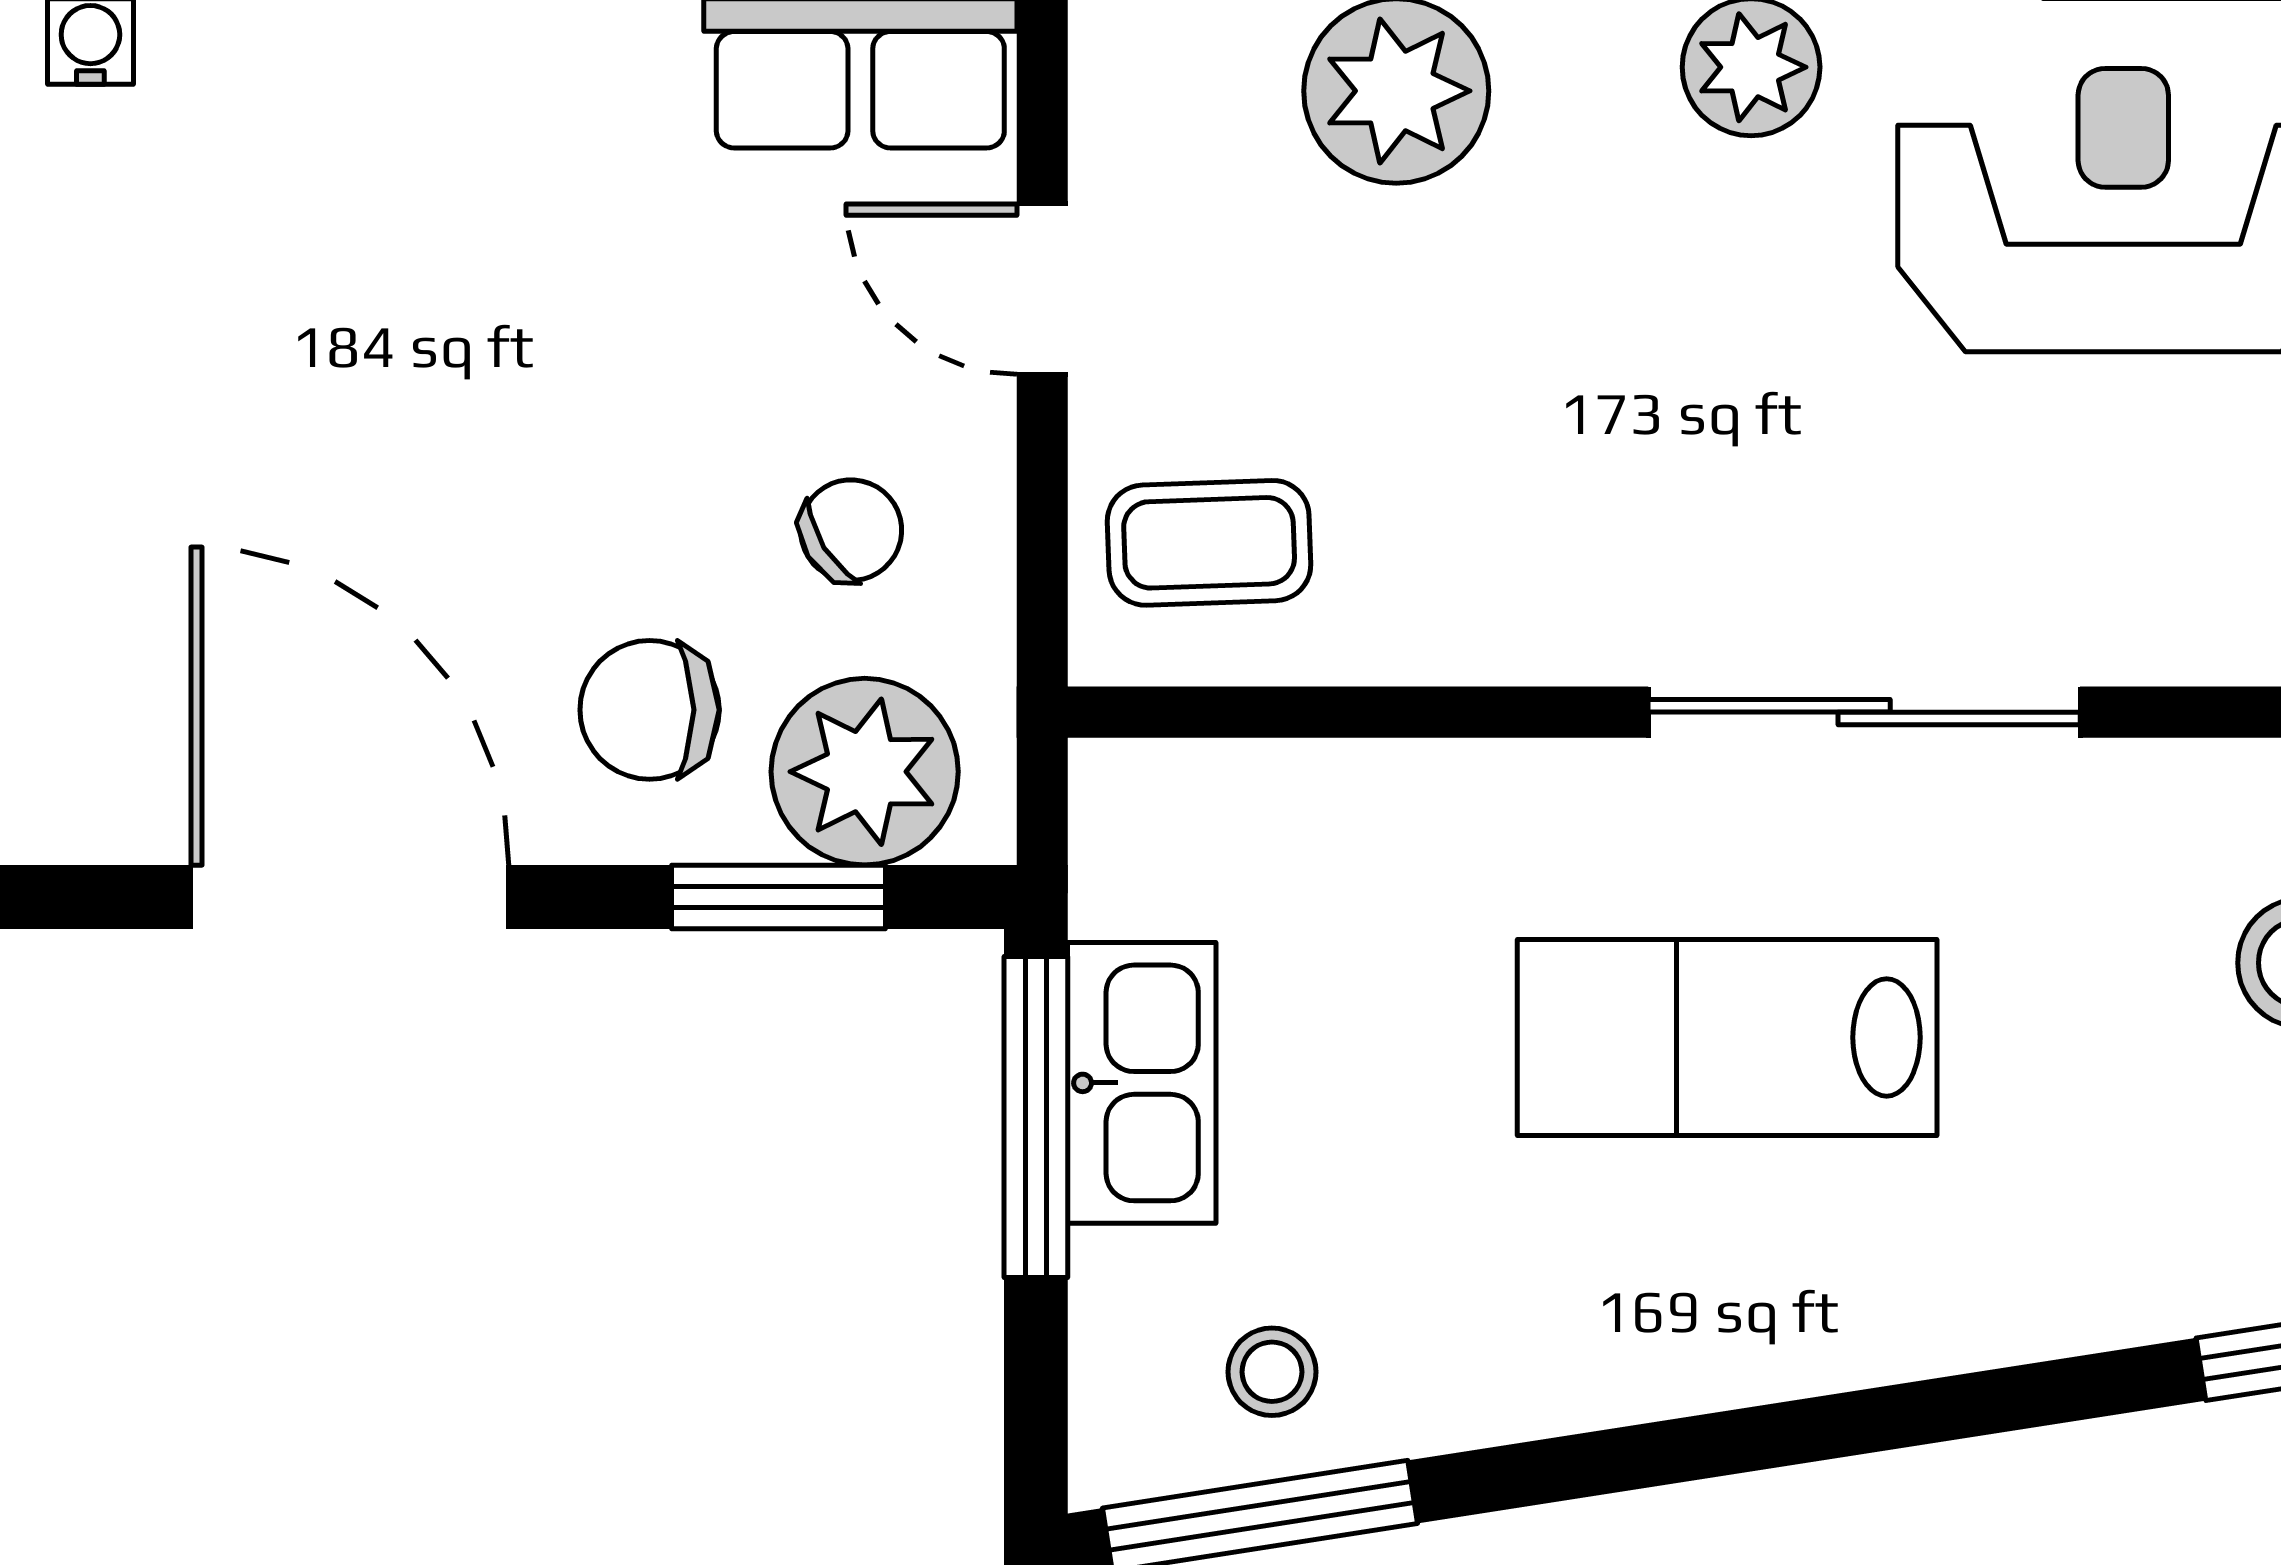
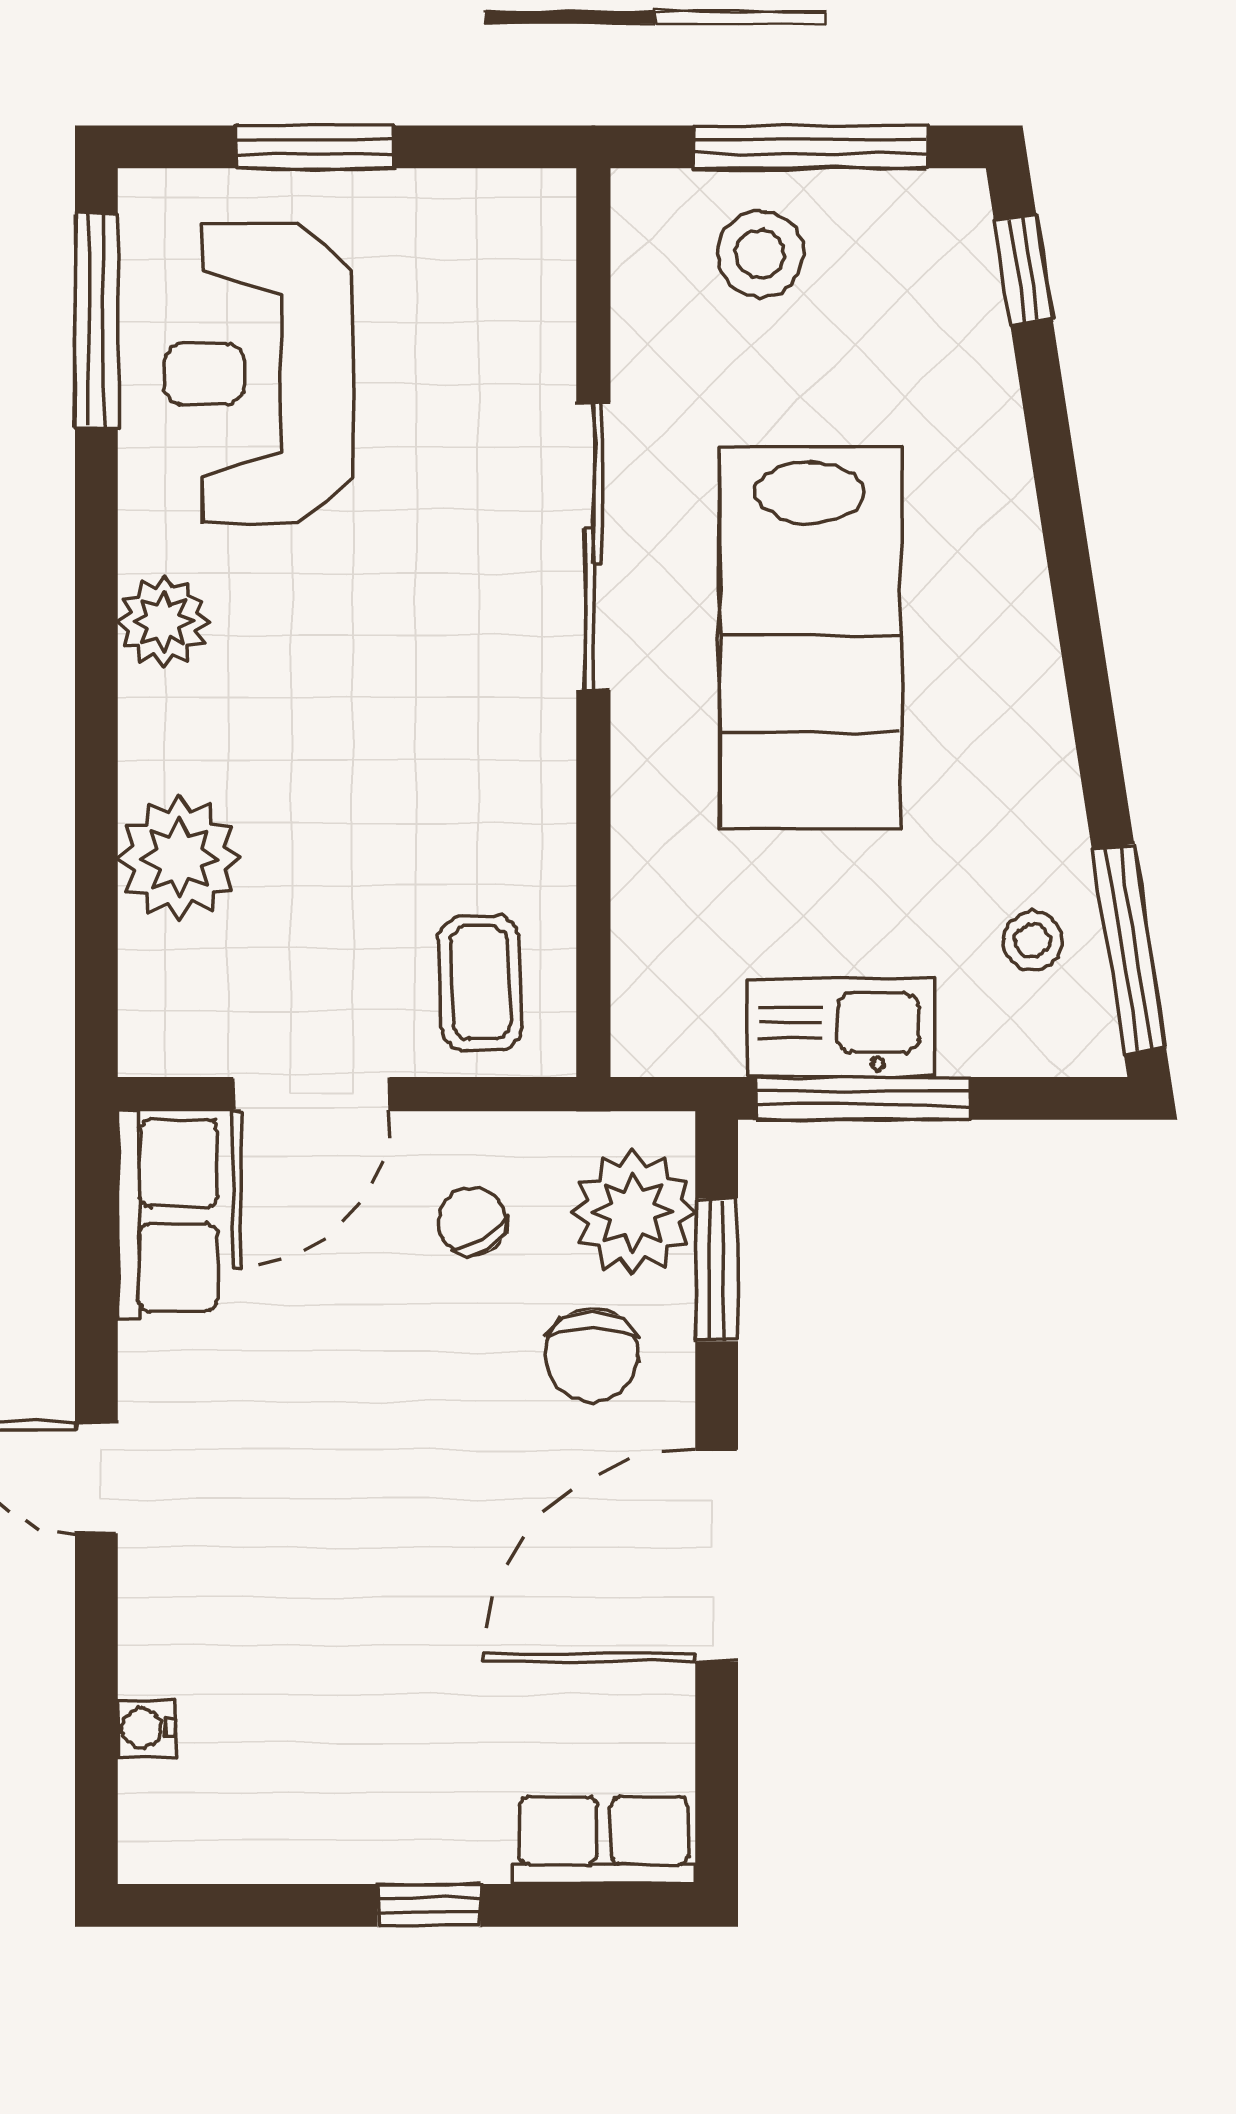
door: (1042, 289) -> (311, 1094), width x1.38
lab bench: (1727, 1037) -> (810, 638), width x1.36, depth x1.39

